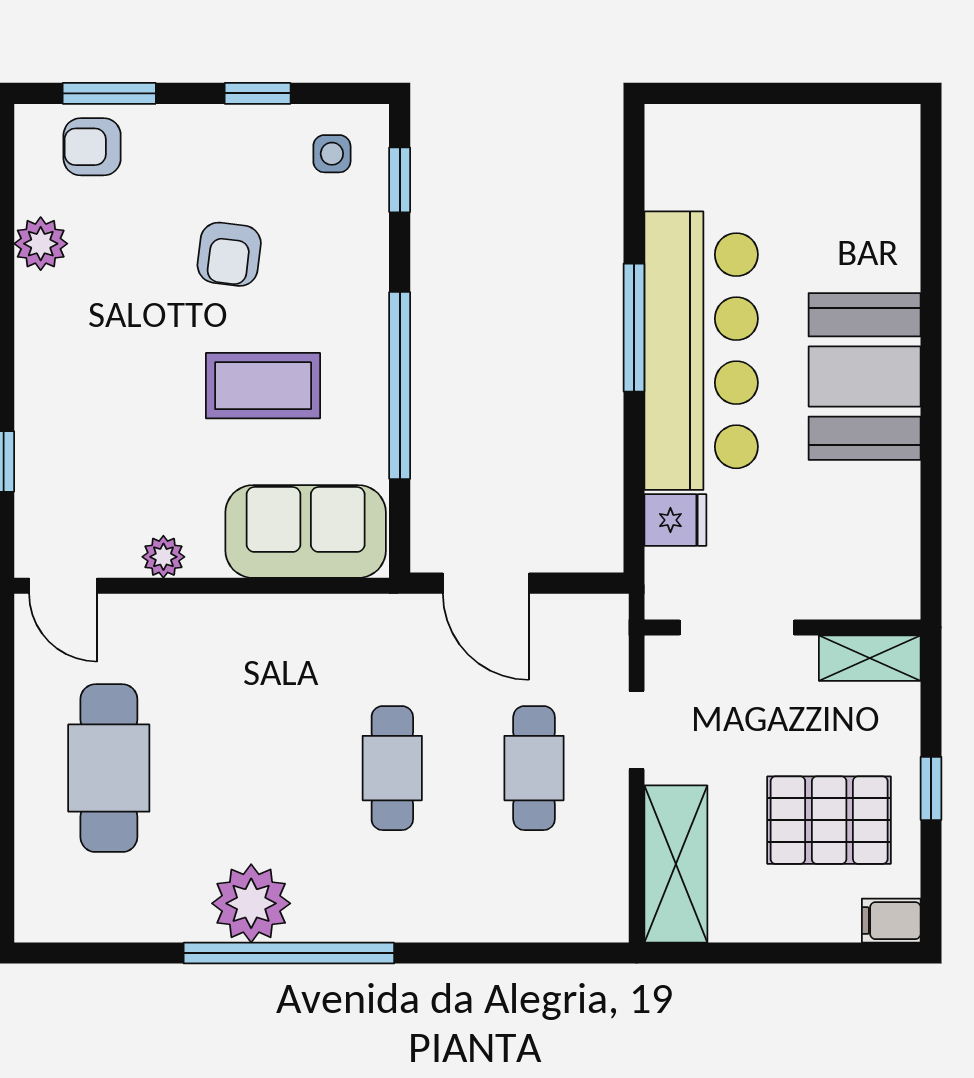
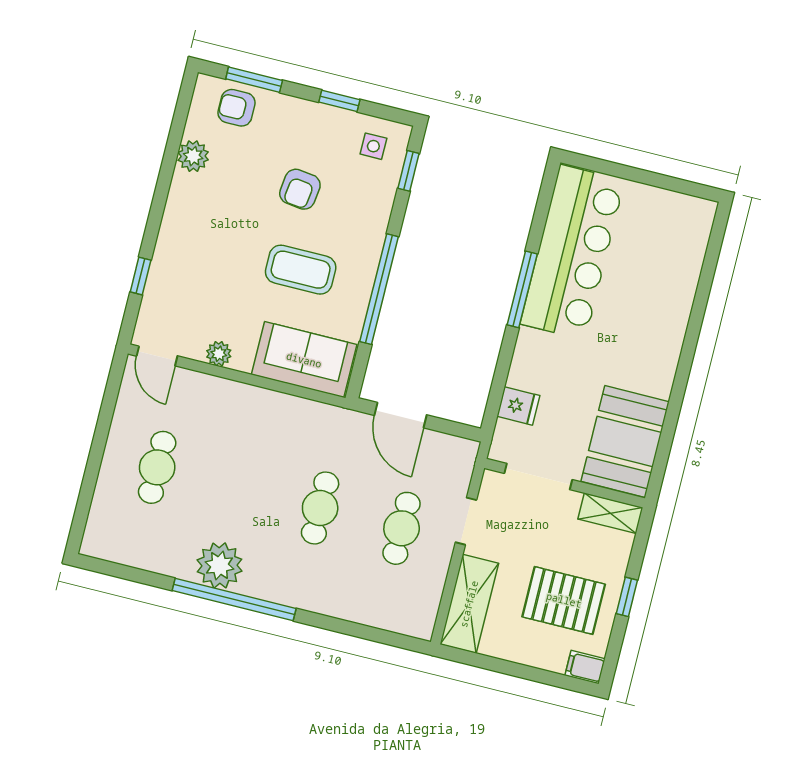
bar counter: (701, 351) -> (572, 252), moved
booth: (865, 376) -> (625, 441), moved
cafe table: (109, 768) -> (157, 467), width x0.73, depth x0.74

